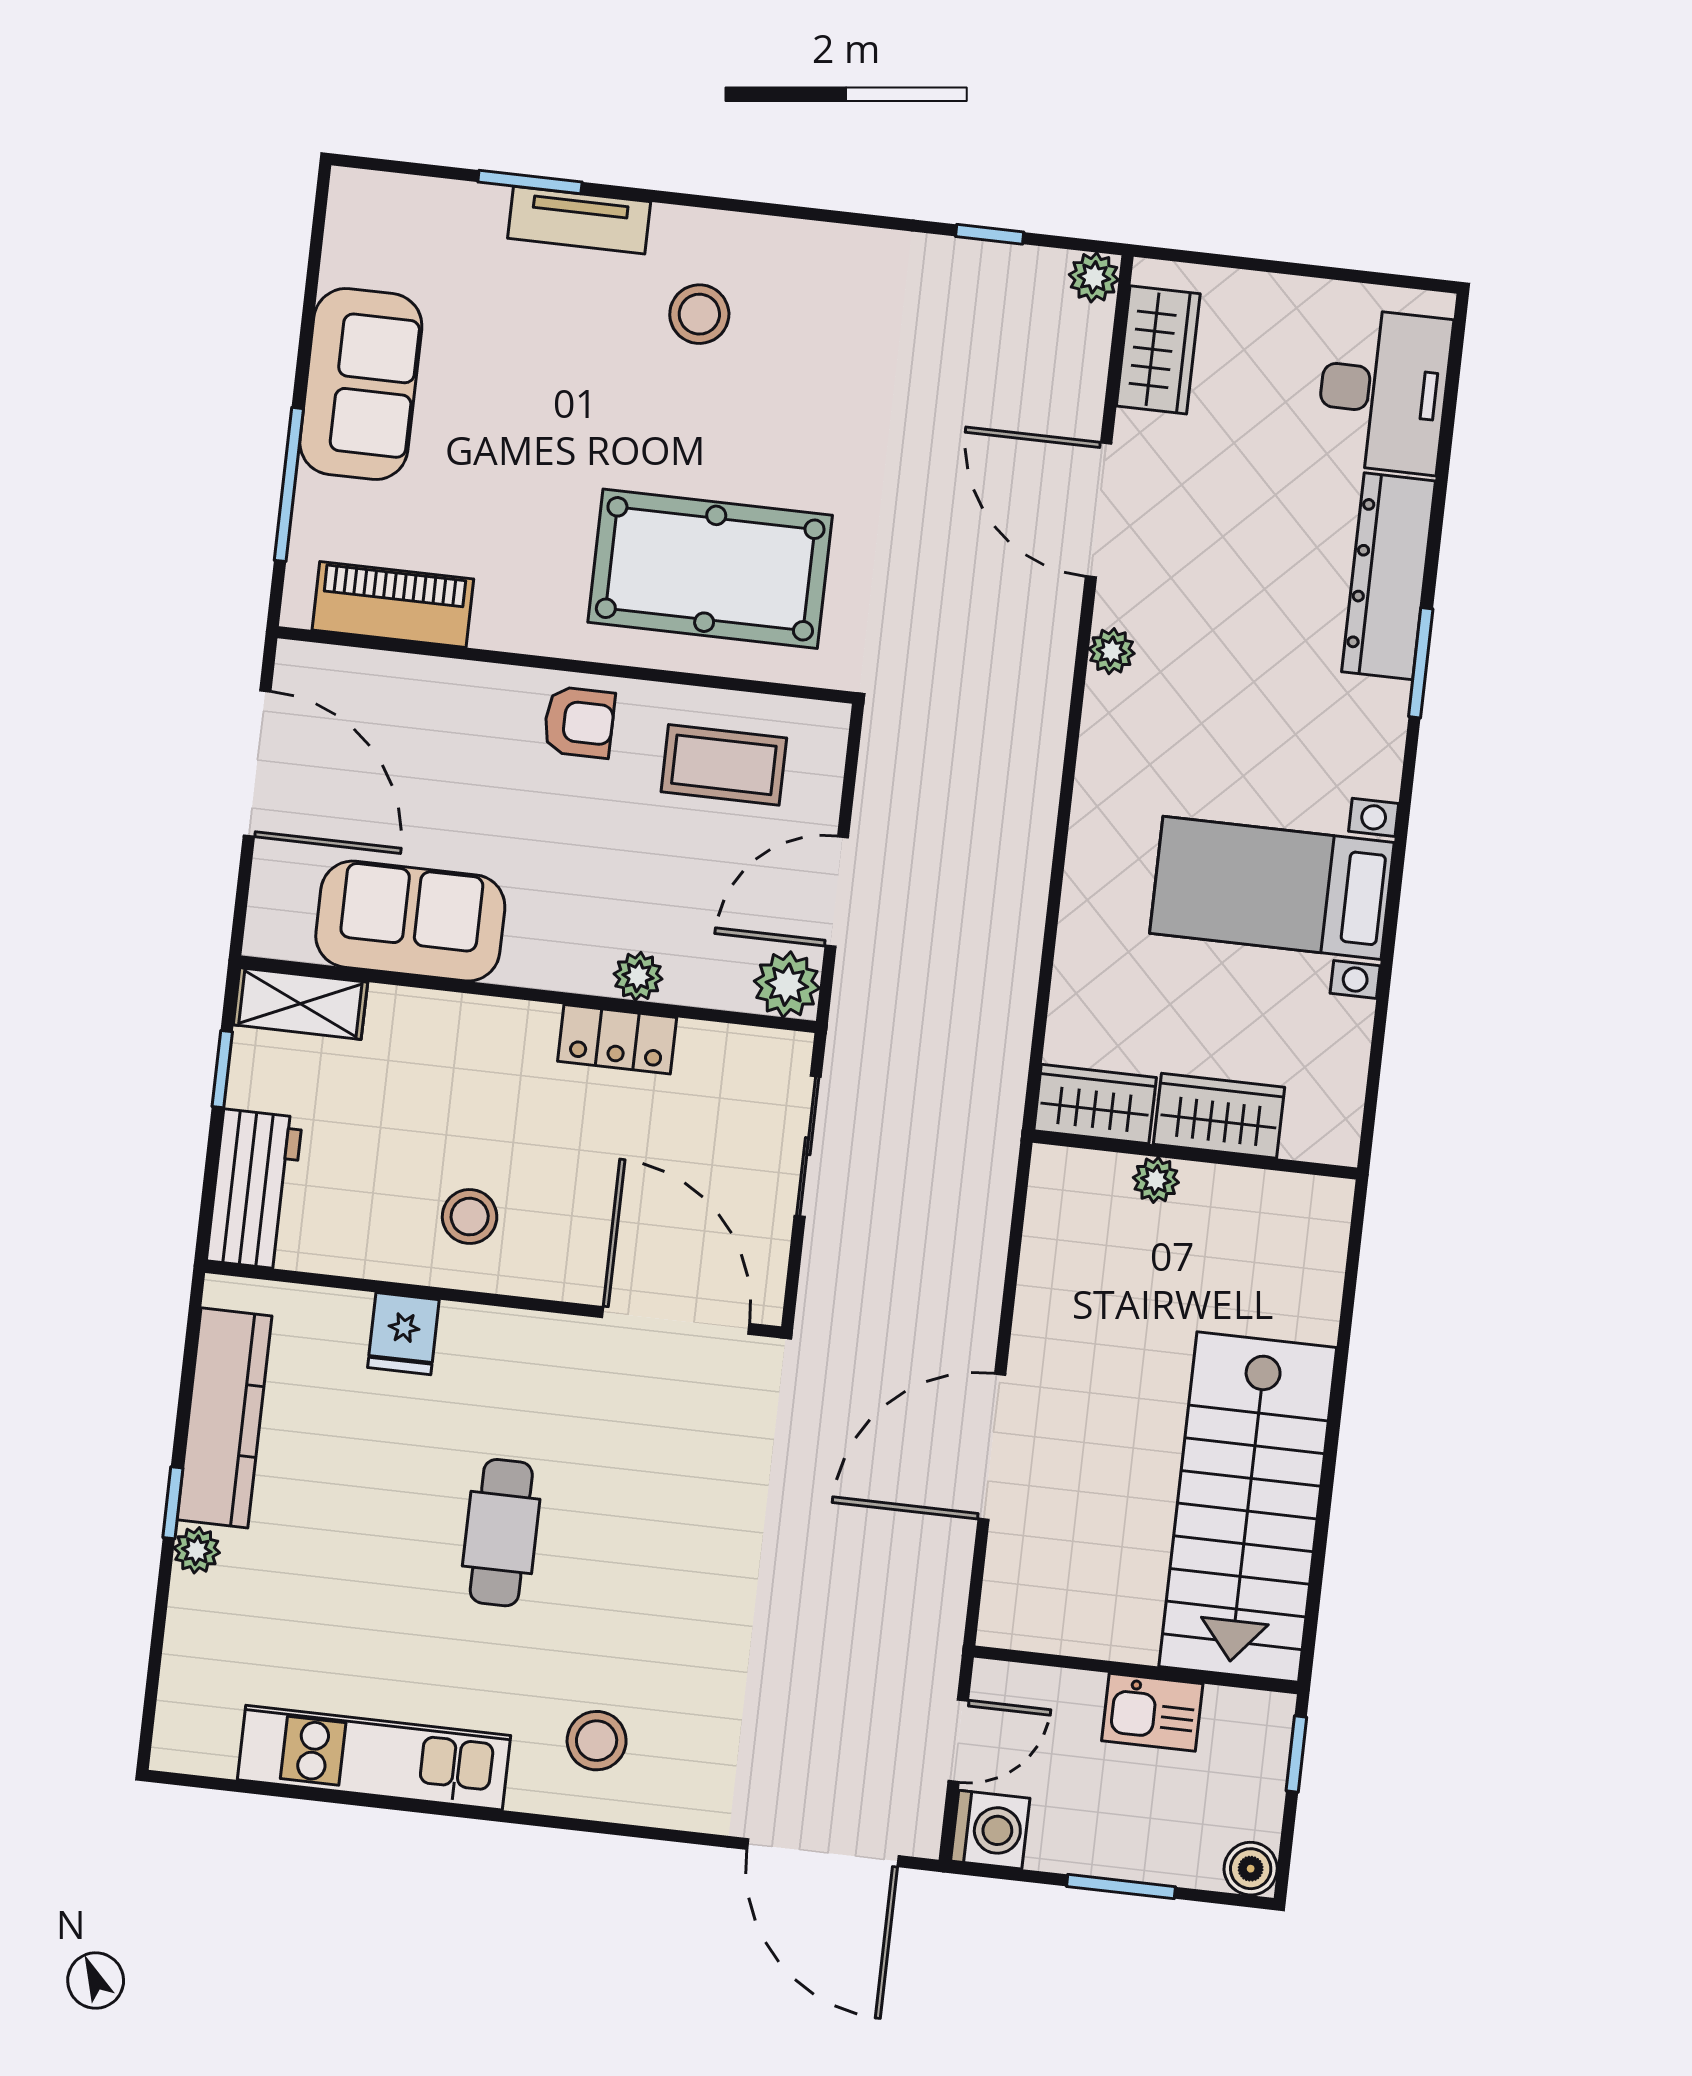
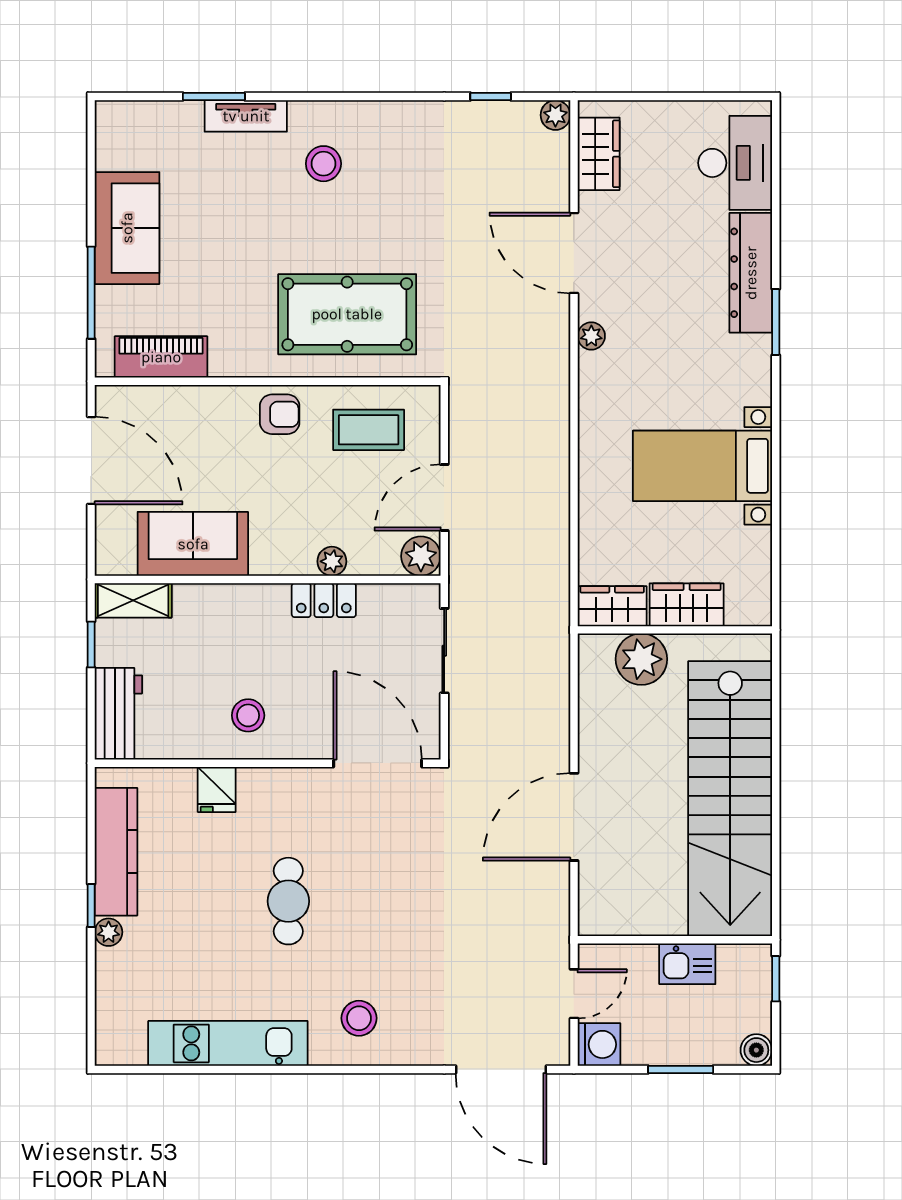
plant: (1156, 1180) -> (641, 659), width x1.87, depth x1.87
stairs: (1248, 1507) -> (730, 799), width x1.36

